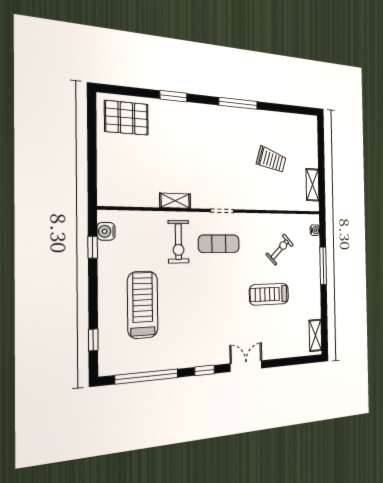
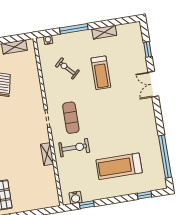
shelving: (315, 335) -> (104, 32), moved
window: (205, 370) -> (148, 49), moved

